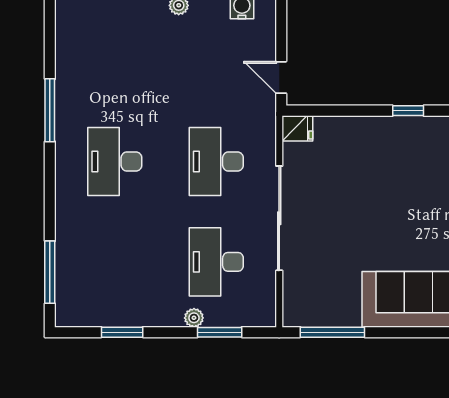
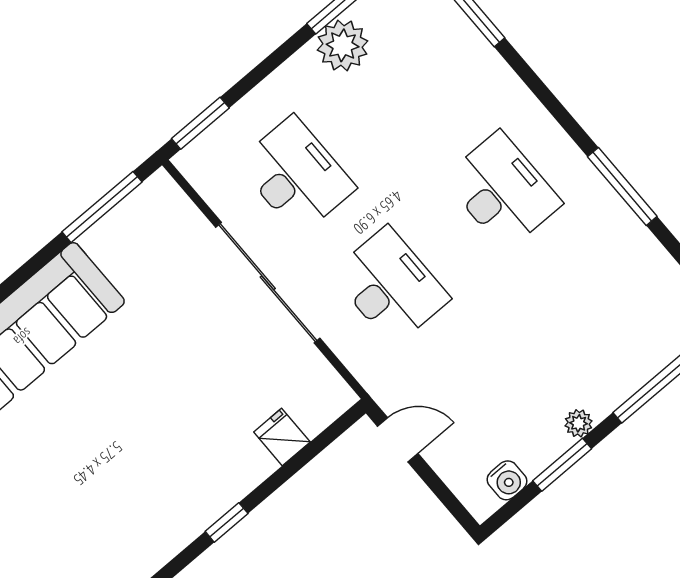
fridge: (297, 128) -> (282, 437), moved, turned 90
plant: (194, 318) -> (343, 45), moved, width x1.88, depth x1.88
window: (220, 332) -> (200, 123), moved

